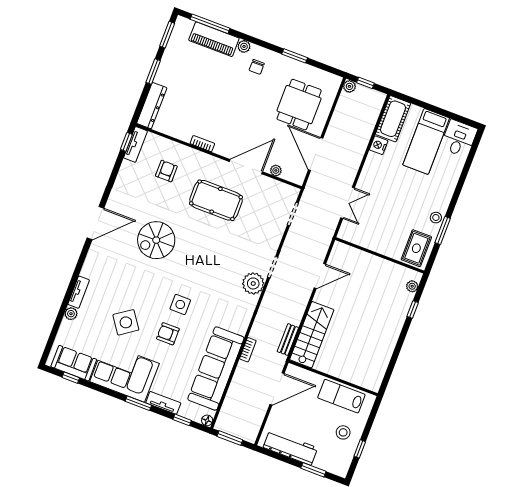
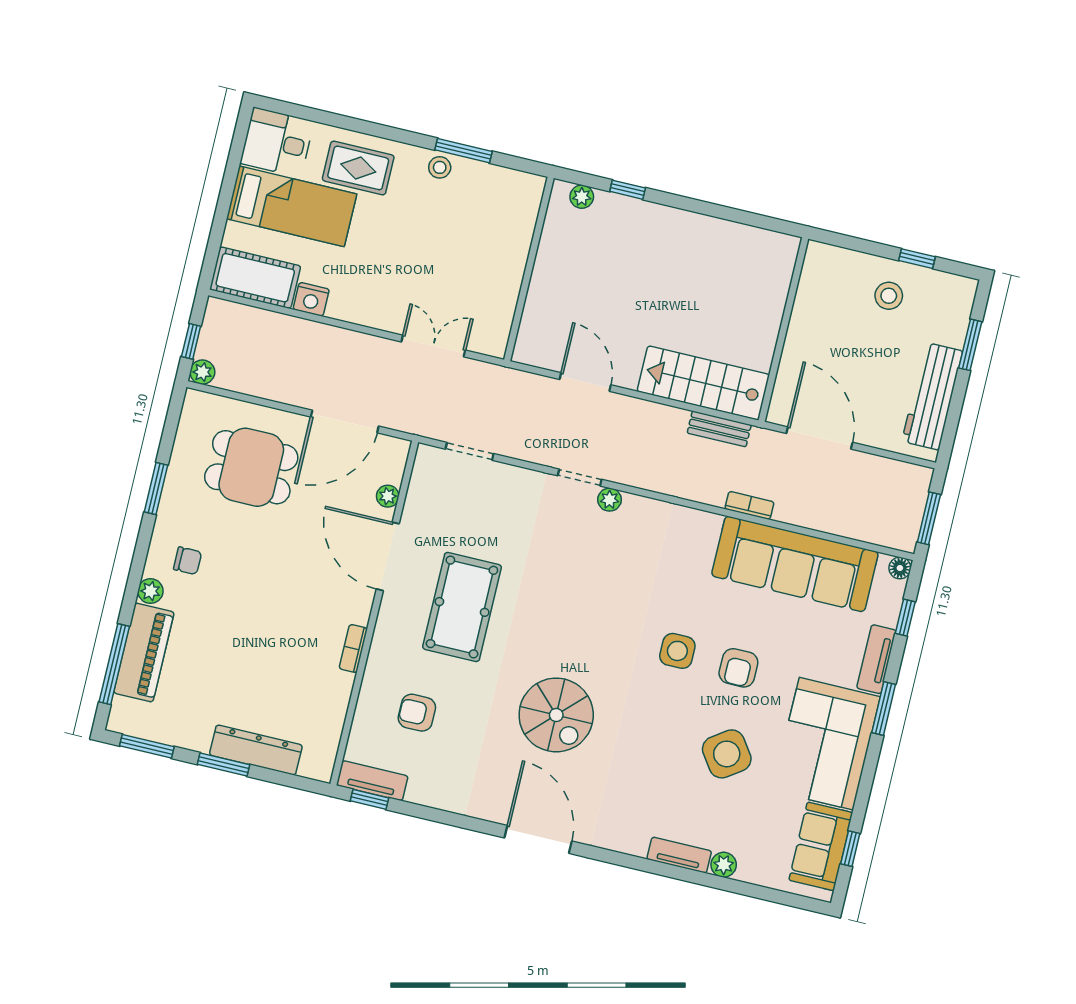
dresser: (152, 106) -> (256, 750), moved
rug: (416, 248) -> (358, 168), moved
plant: (253, 283) -> (610, 500), width x0.53, depth x0.53
lab bench: (341, 396) -> (817, 308), removed

